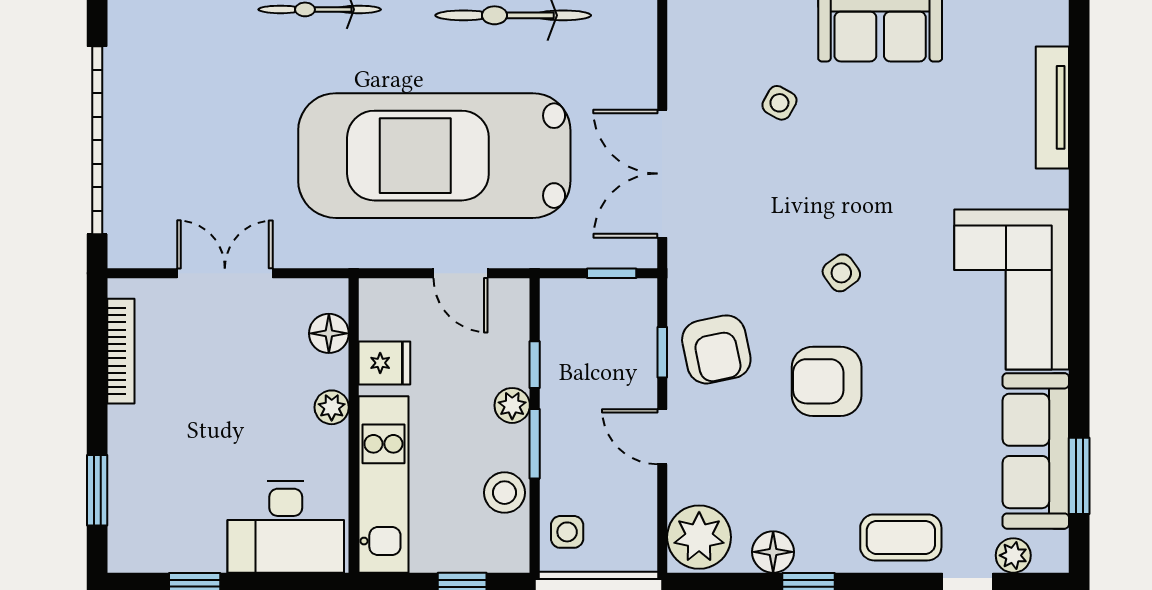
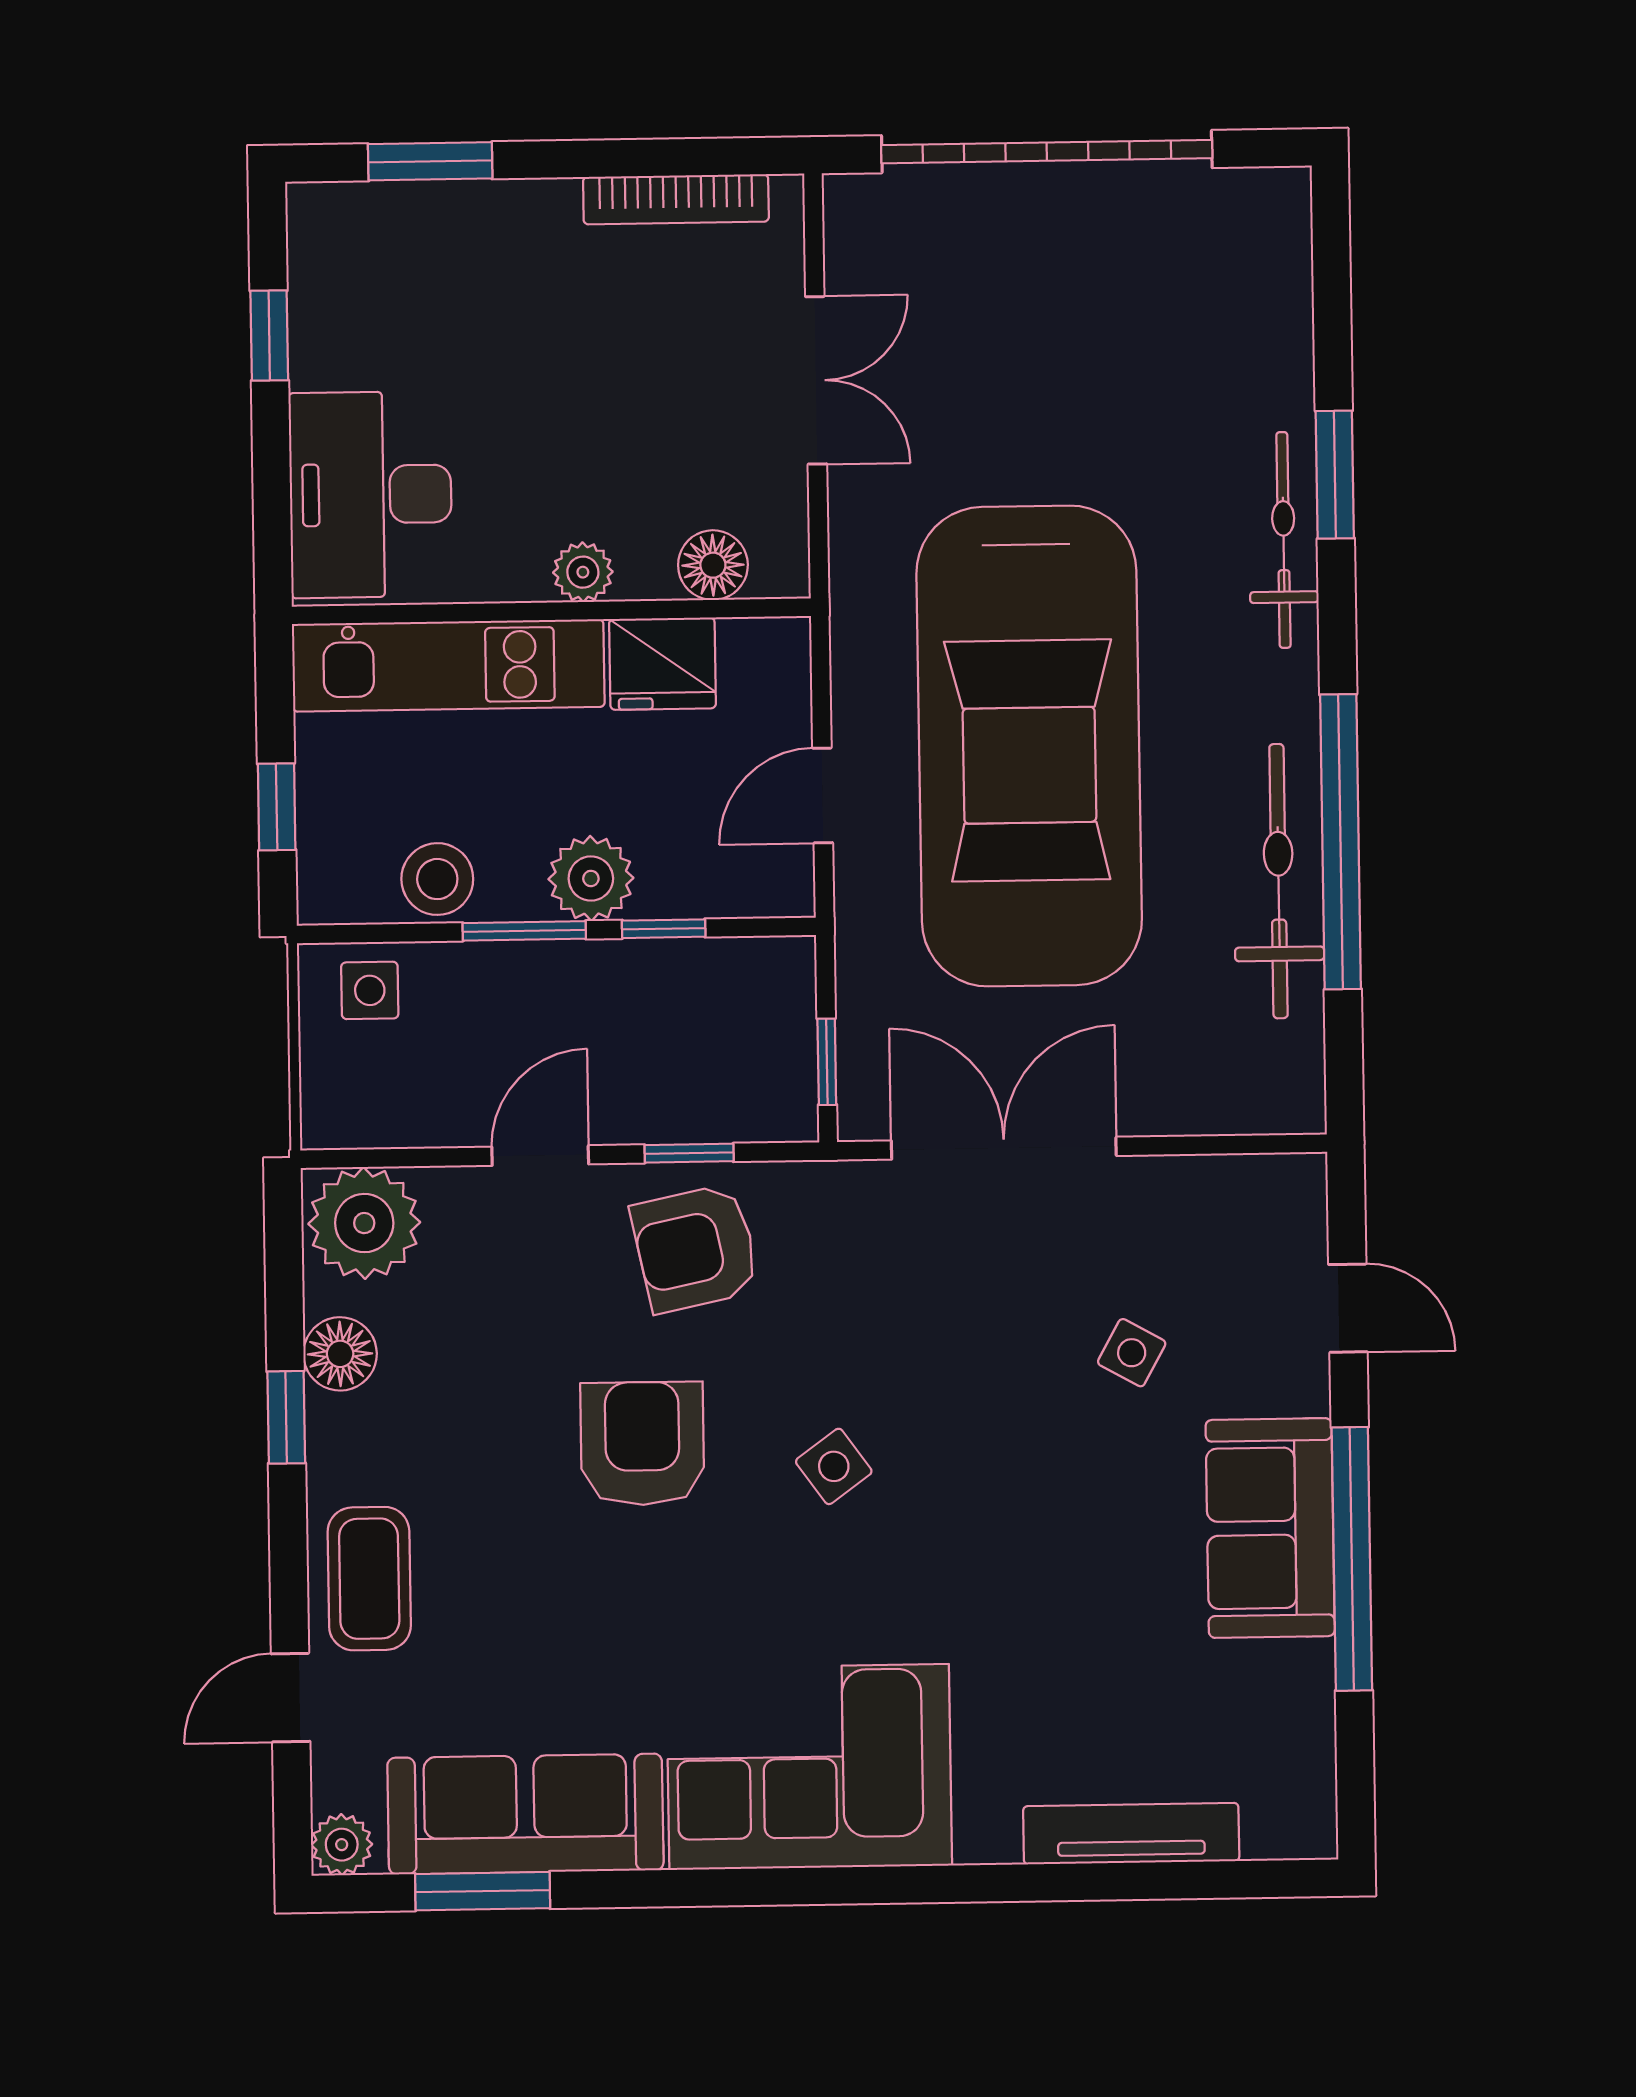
car: (434, 156) -> (1029, 746), turned 180
fridge: (384, 363) -> (662, 664), width x1.38
plant: (512, 405) -> (591, 878), width x1.38, depth x1.38
plant: (1013, 555) -> (342, 1845), moved

